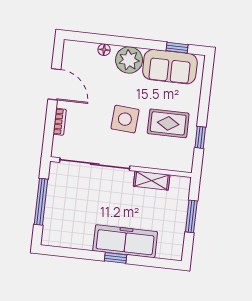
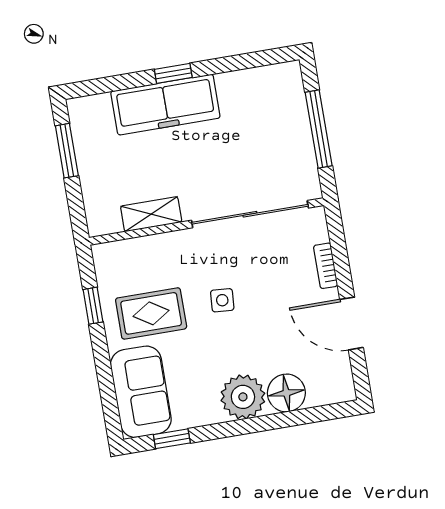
floor lamp: (104, 50) -> (286, 393), width x1.89, depth x1.89
sofa: (170, 67) -> (141, 392), moved, turned 90
side table: (125, 119) -> (222, 300), width x0.54, depth x0.54
window: (191, 216) -> (67, 151), moved

